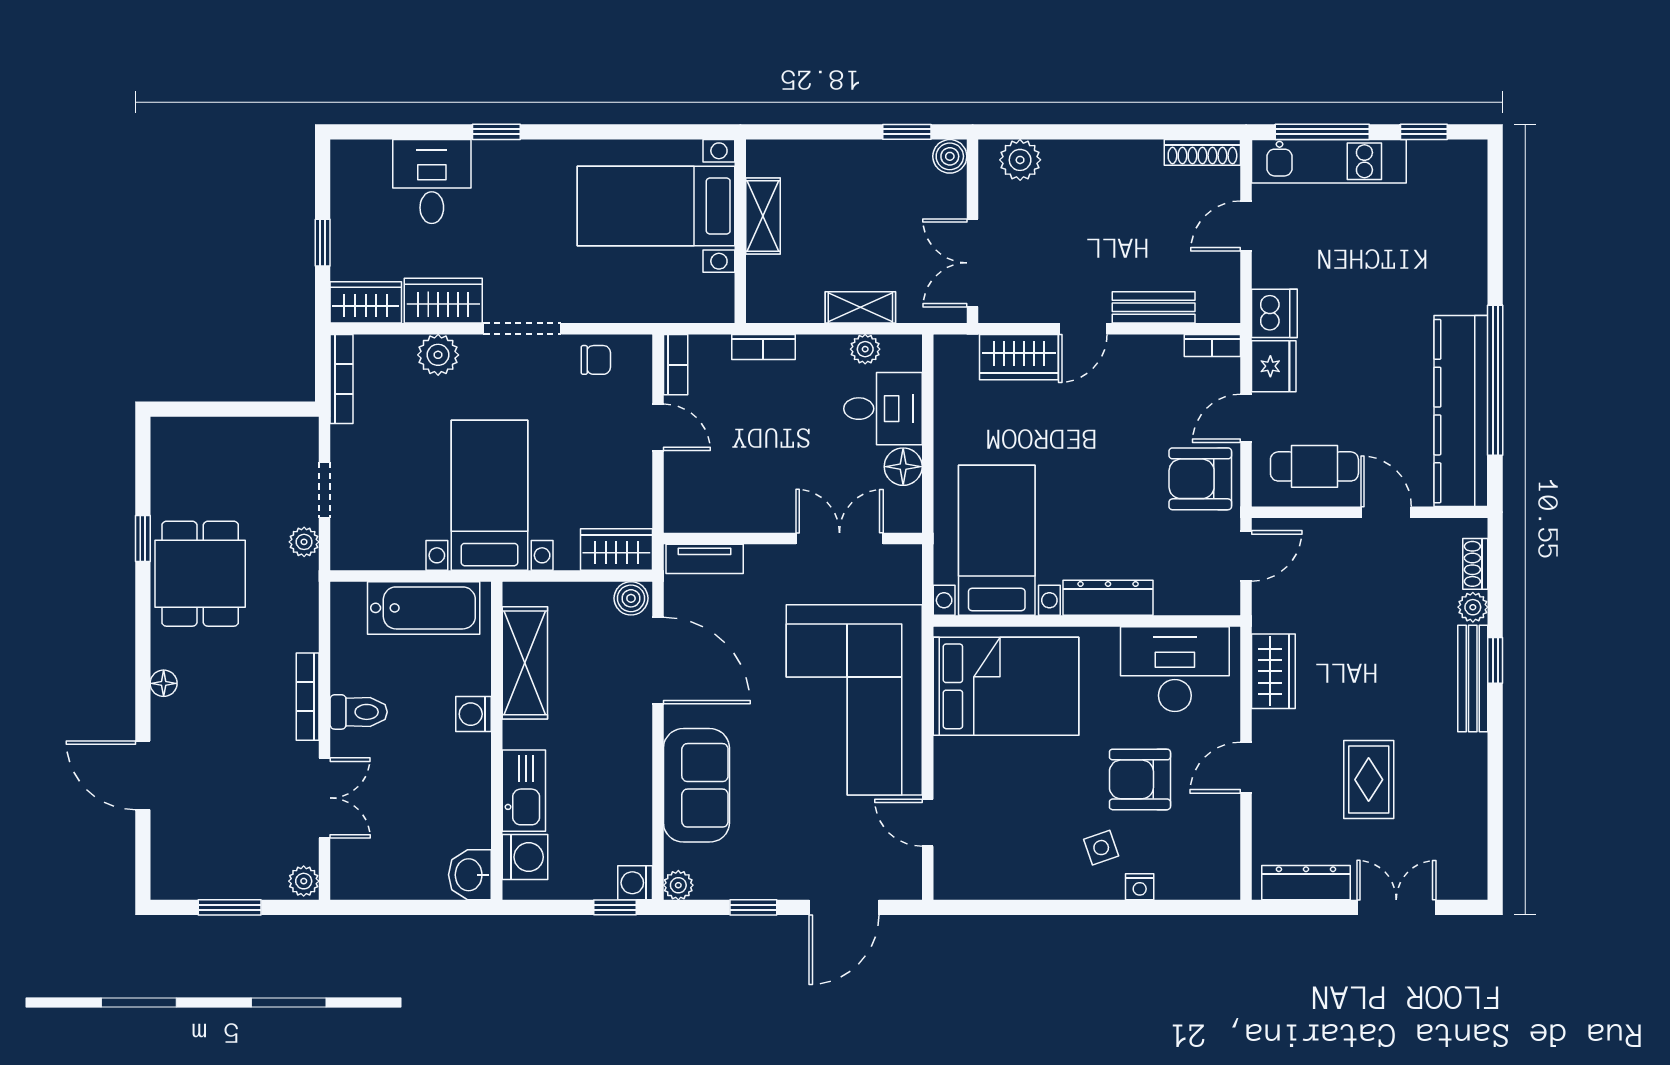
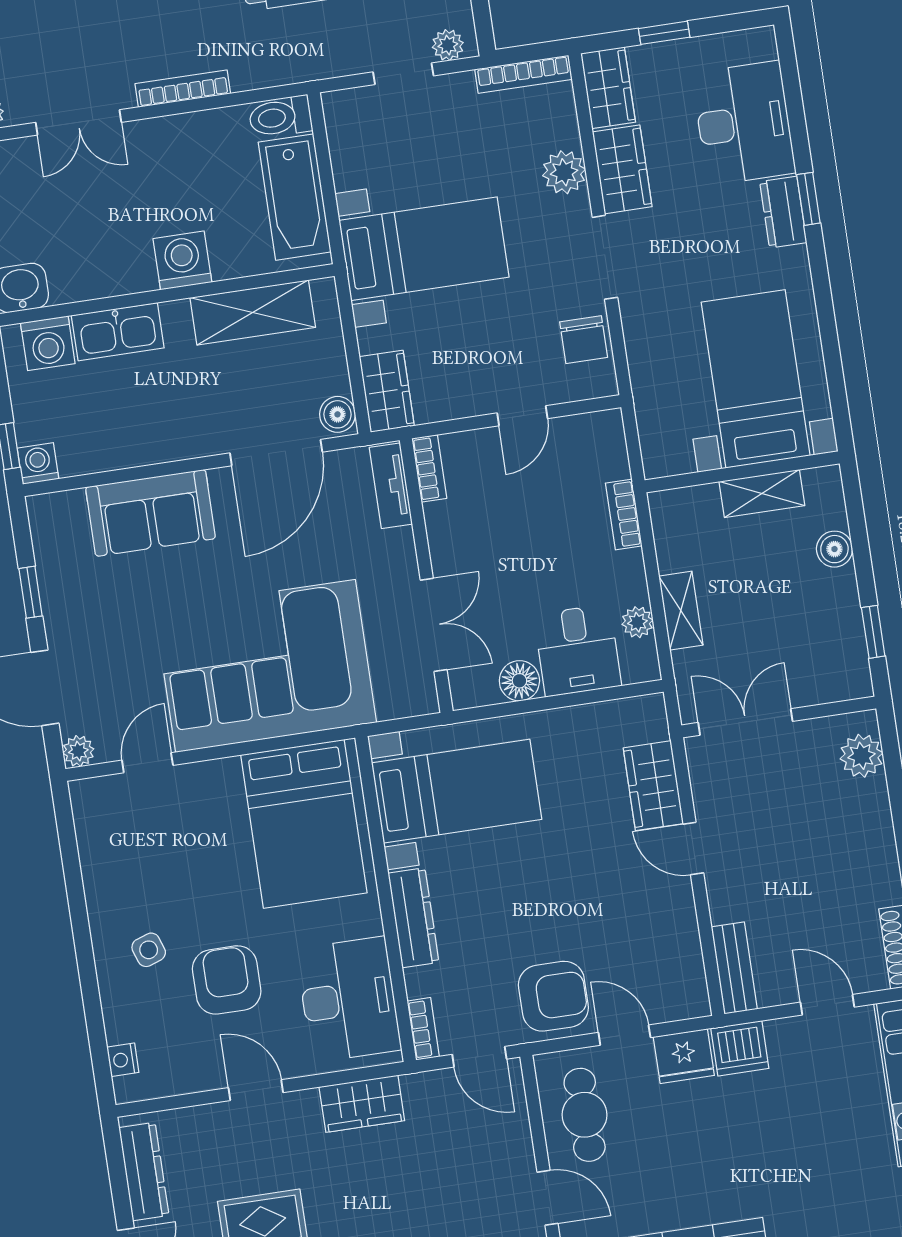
boiler: (950, 156) -> (834, 549), moved
dresser: (505, 157) -> (783, 212), added
desk: (432, 182) -> (744, 123), width x1.37
bench: (1154, 307) -> (734, 968), moved
bookcase: (1212, 346) -> (423, 1029), moved, turned 180
chair: (596, 360) -> (584, 340), width x1.37, depth x1.37
bookcase: (676, 365) -> (429, 468), moved, turned -90
armchair: (1200, 479) -> (553, 996), turned 90
door: (1386, 512) -> (547, 1198), hinge flipped
plant: (304, 542) -> (448, 45), moved
toilet: (359, 712) -> (280, 117), moved, turned 90
washing machine: (474, 714) -> (182, 260), width x1.38, depth x1.38
plant: (678, 885) -> (78, 751), moved
nightstand: (1140, 887) -> (123, 1060), moved

